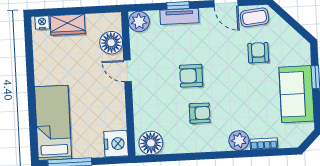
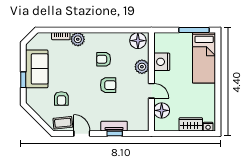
plant: (139, 21) -> (142, 67), moved
nightstand: (116, 144) -> (162, 62), moved

